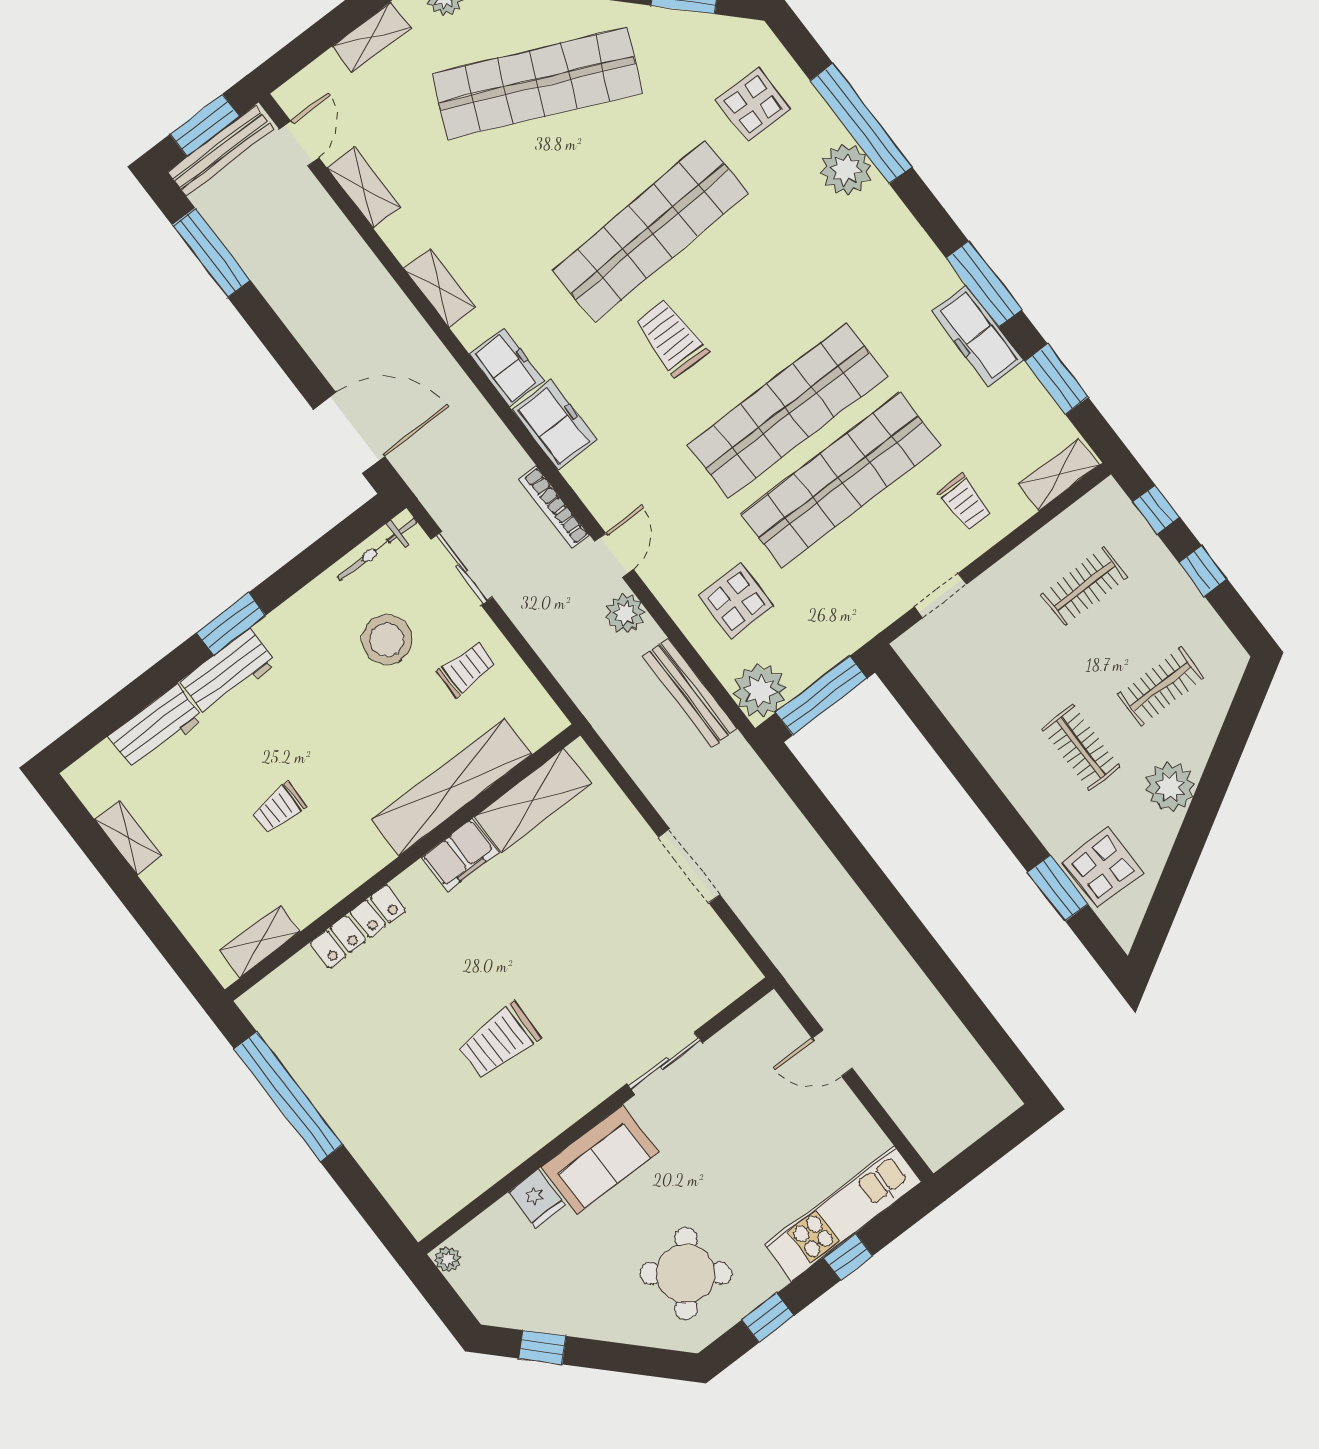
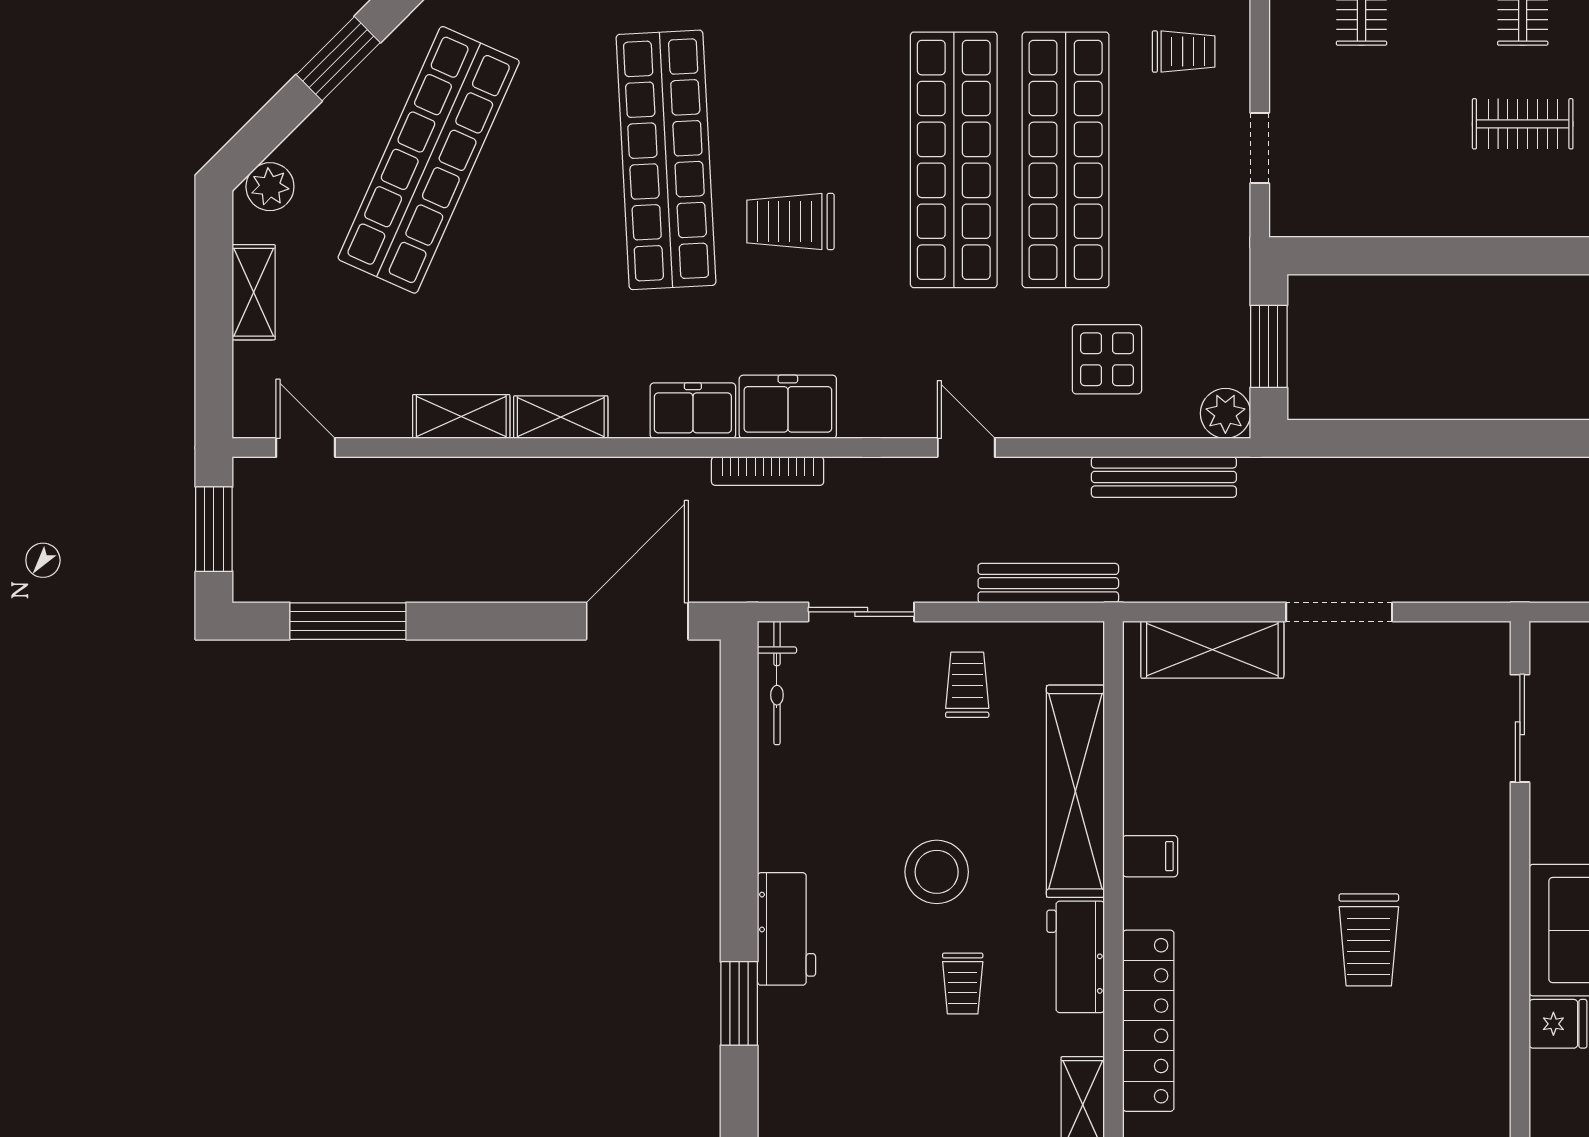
bench: (221, 151) -> (1048, 583), moved, turned 90
shelving: (364, 188) -> (461, 416), moved
bookcase: (554, 507) -> (768, 471), moved
plant: (625, 614) -> (1034, 482), removed
window: (231, 624) -> (739, 1003), moved
stool: (387, 640) -> (937, 872), moved
plant: (760, 691) -> (1225, 413), width x0.73, depth x0.73
window: (821, 696) -> (1269, 346), width x0.69
workbench: (156, 728) -> (1076, 957), moved, turned 180
shelving: (533, 800) -> (1212, 650), moved, turned 90
filing cabinet: (460, 855) -> (1150, 856), width x0.50
locker: (358, 926) -> (1148, 1021), width x1.41, depth x1.21
sliding door: (665, 1063) -> (1520, 728), moved

